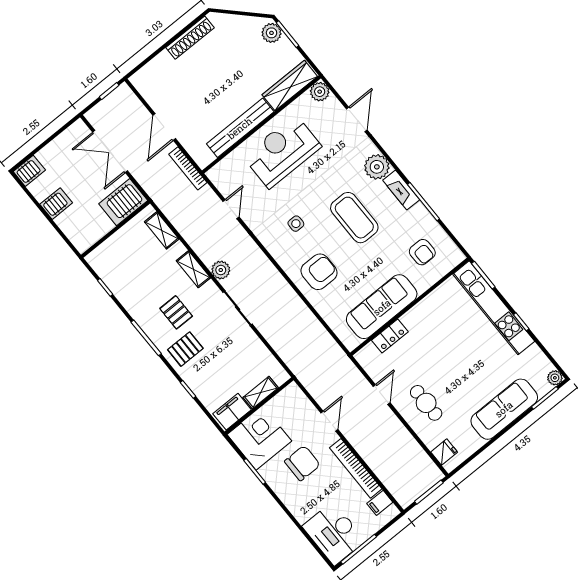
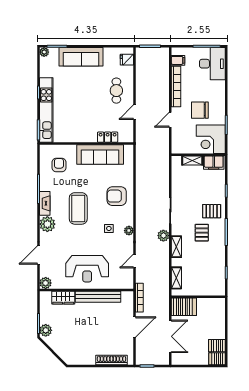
shoe rack: (190, 38) -> (111, 360), moved
wardrobe: (290, 86) -> (63, 298), width x0.67
server rack: (56, 204) -> (217, 346), moved
plant: (269, 241) -> (129, 231), added

